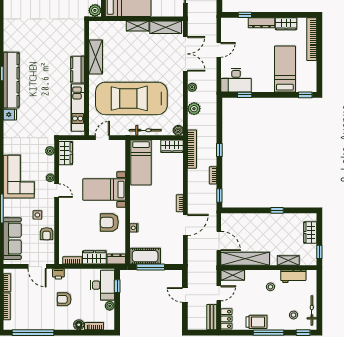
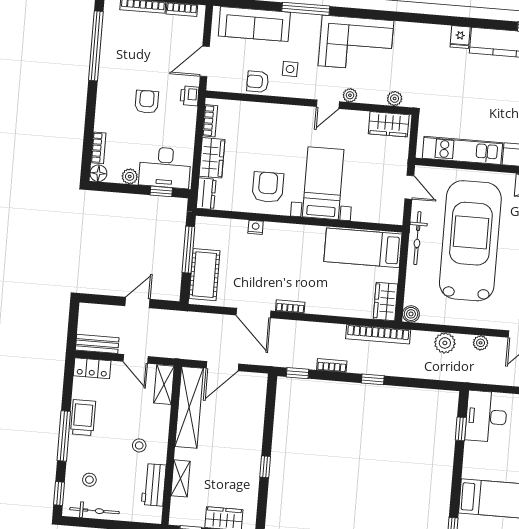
bicycle: (145, 130) -> (417, 238), moved
cot: (145, 256) -> (204, 275), moved
trolley: (257, 322) -> (83, 418), turned 180
floor lamp: (79, 325) -> (98, 173), moved

